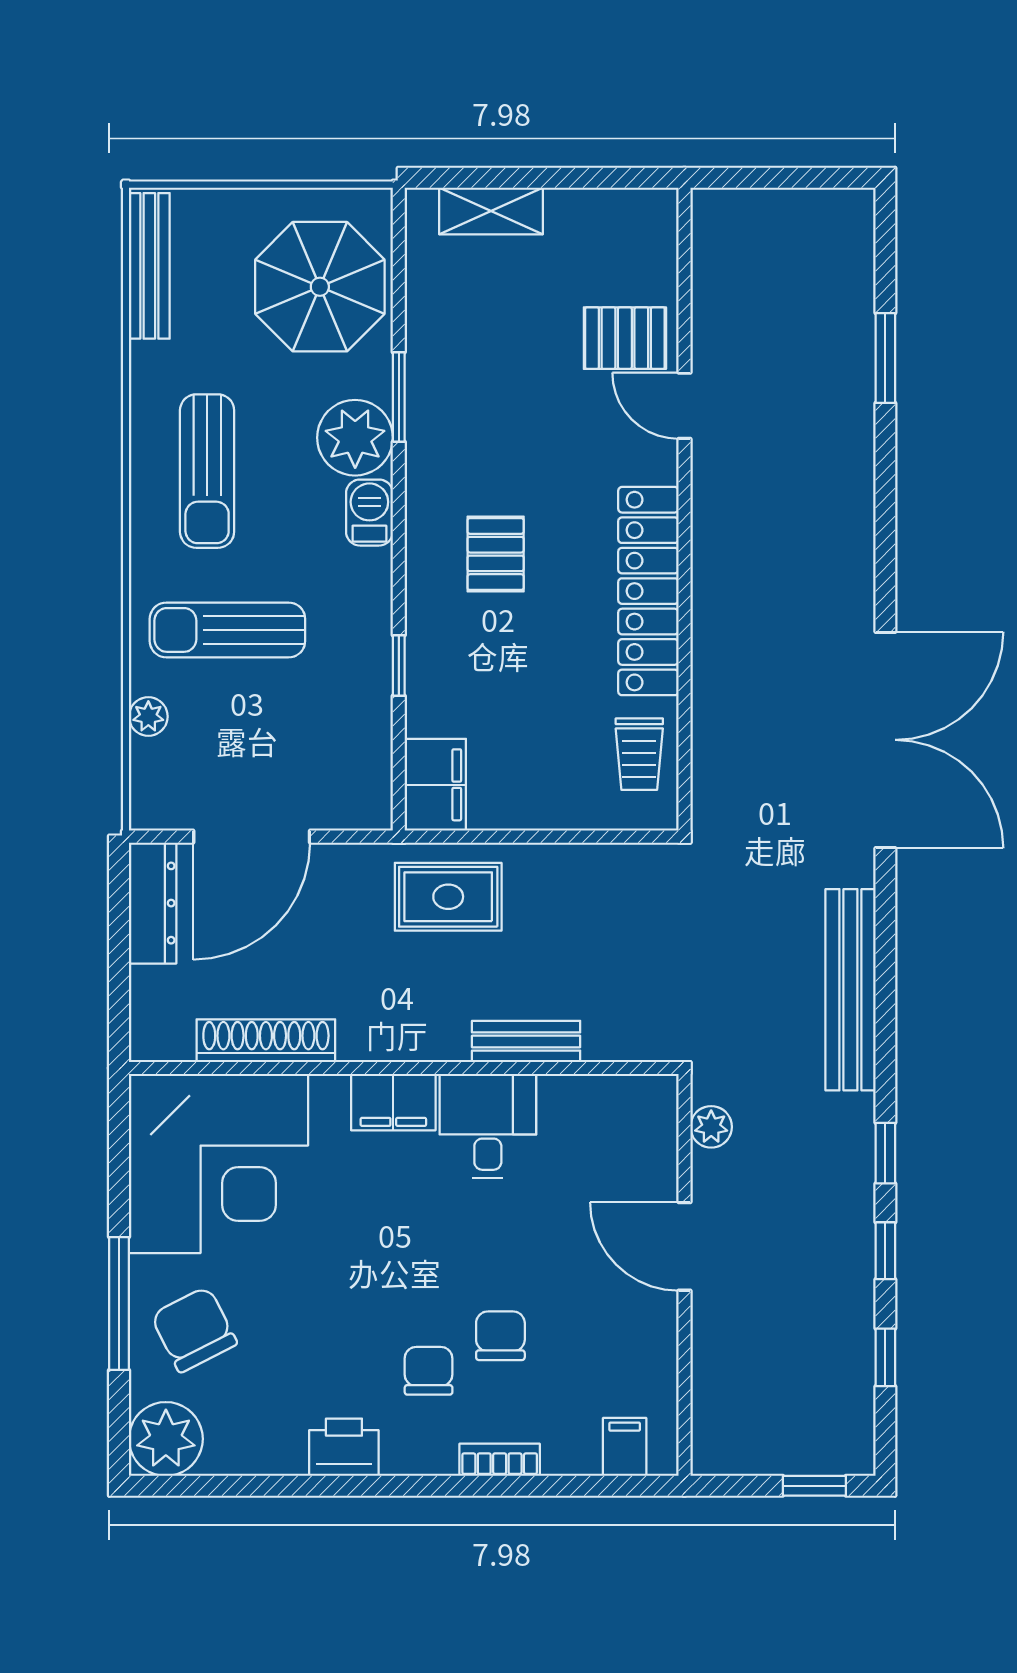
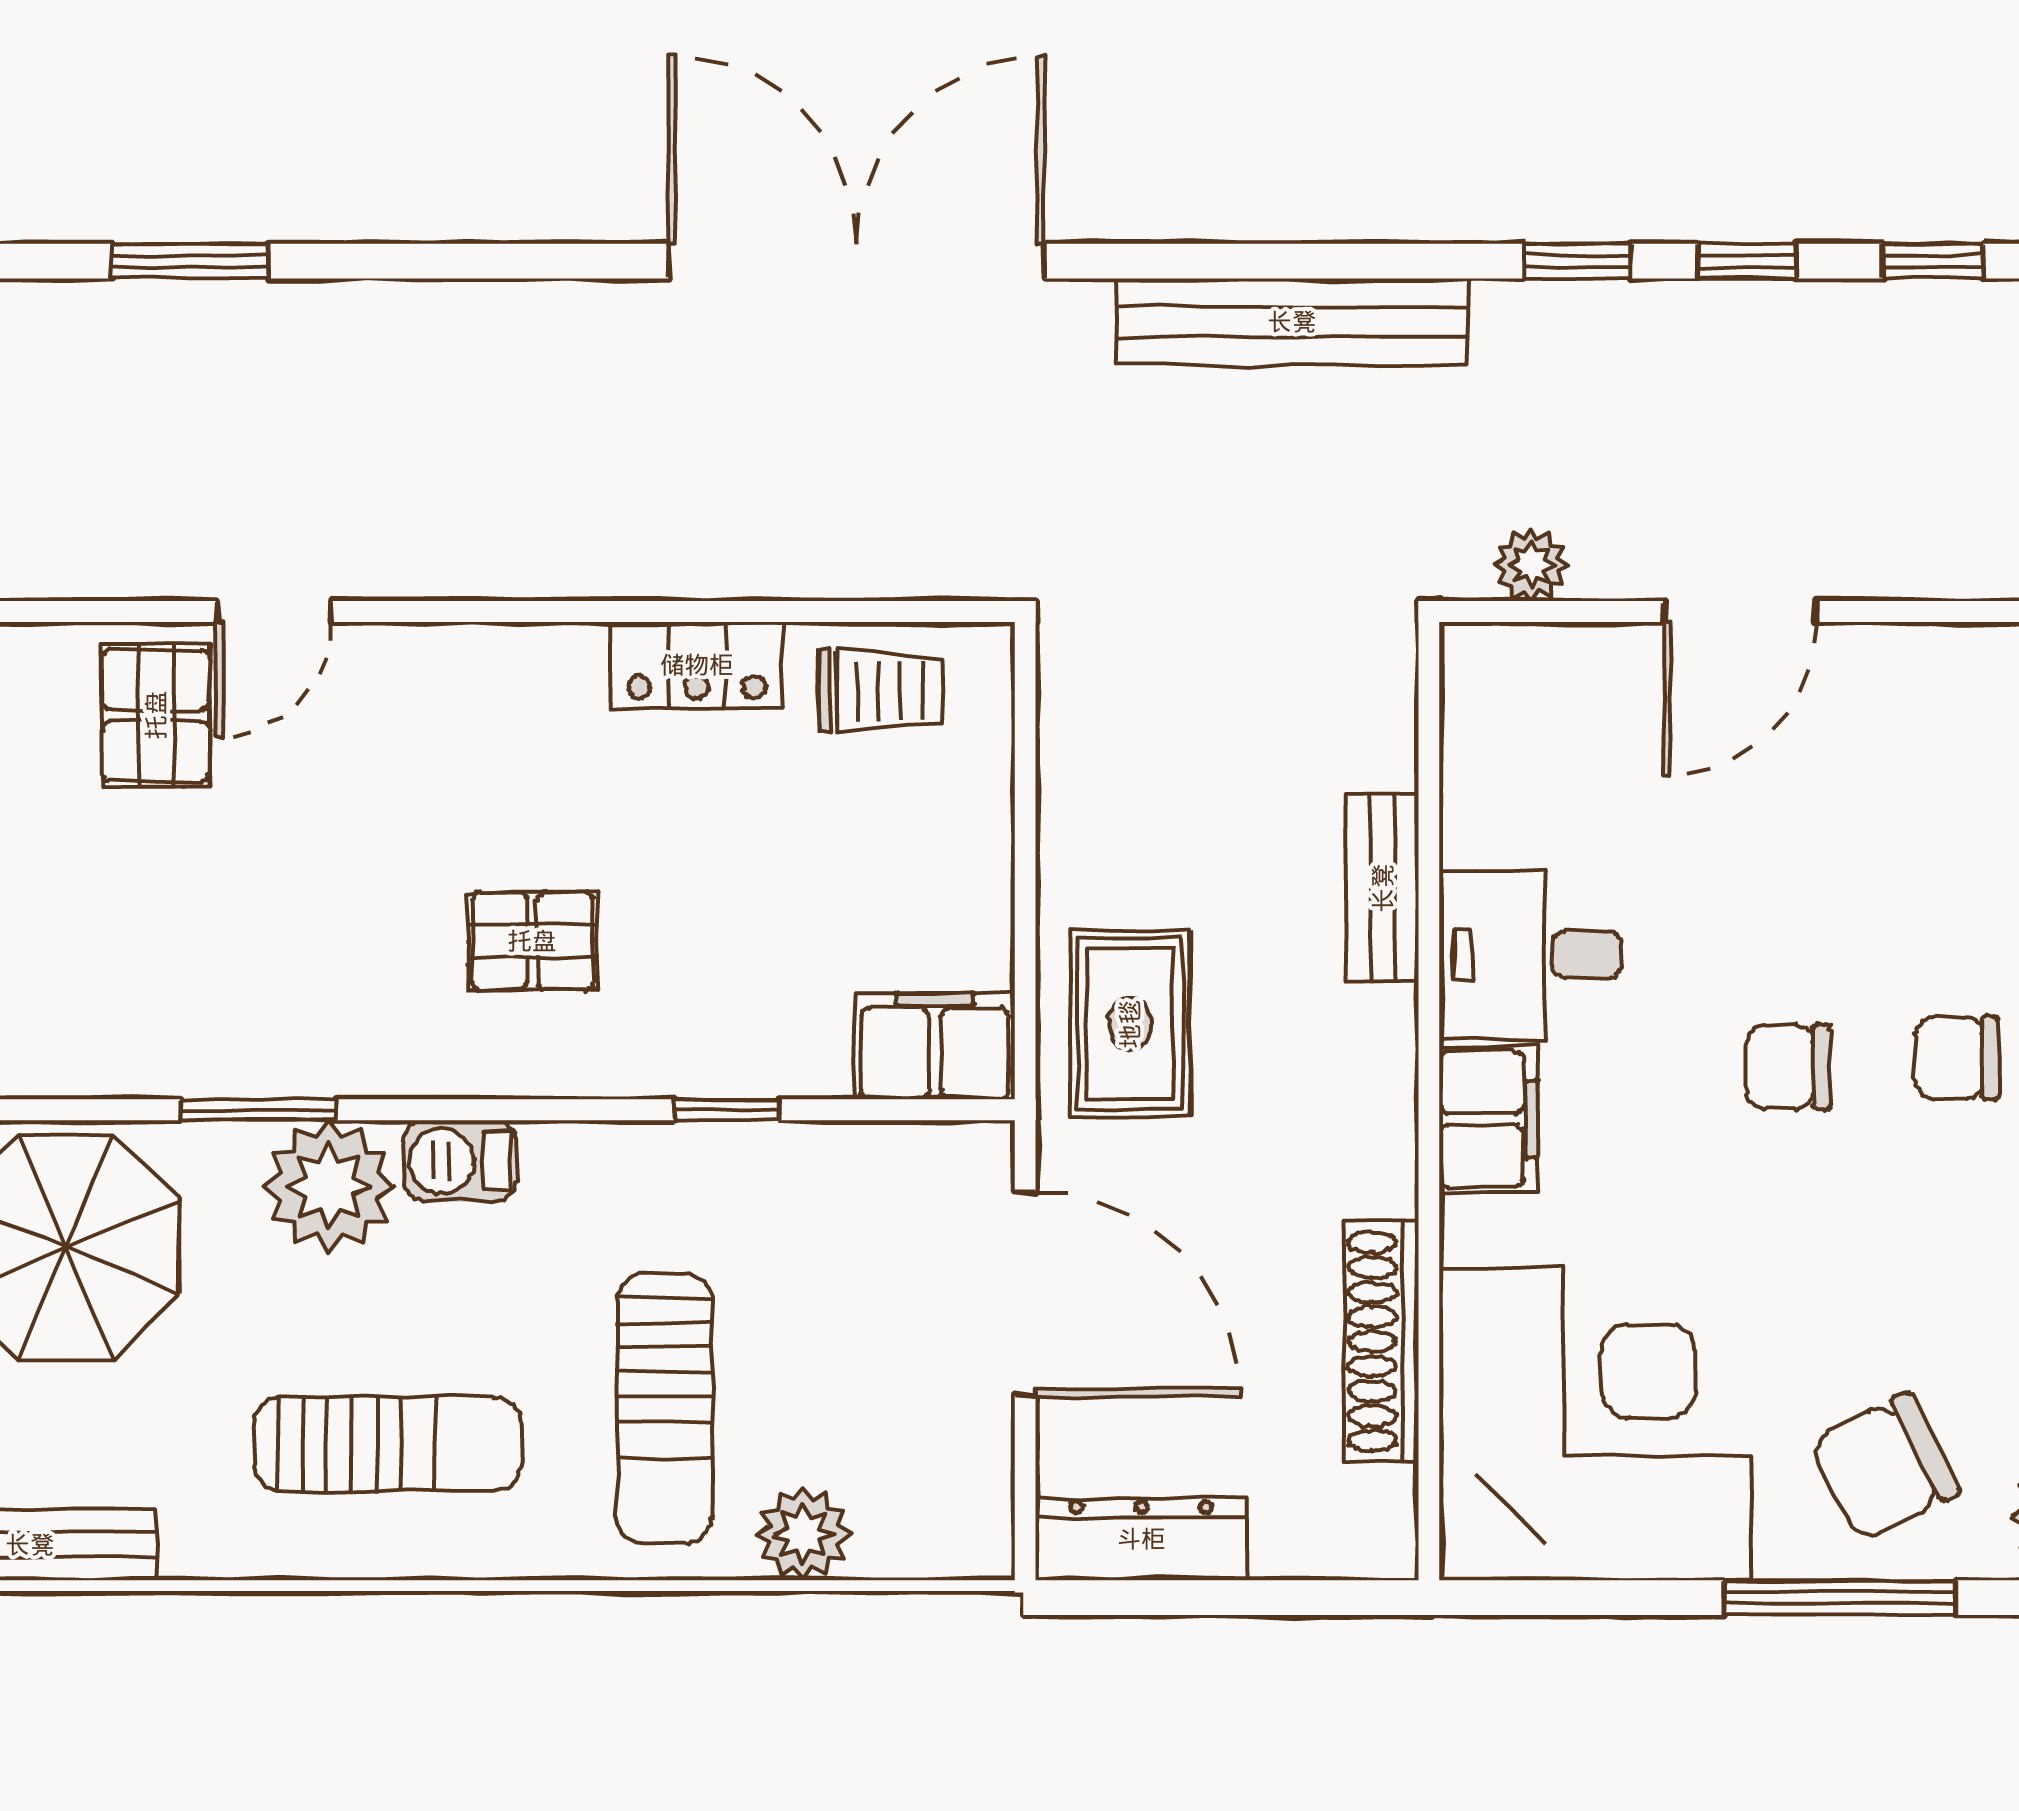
locker: (648, 591) -> (697, 665), width x0.46, depth x0.83
plant: (148, 717) -> (803, 1534), width x1.38, depth x1.38
door: (252, 837) -> (1025, 1294), moved
chair: (500, 1336) -> (1788, 1067), moved

